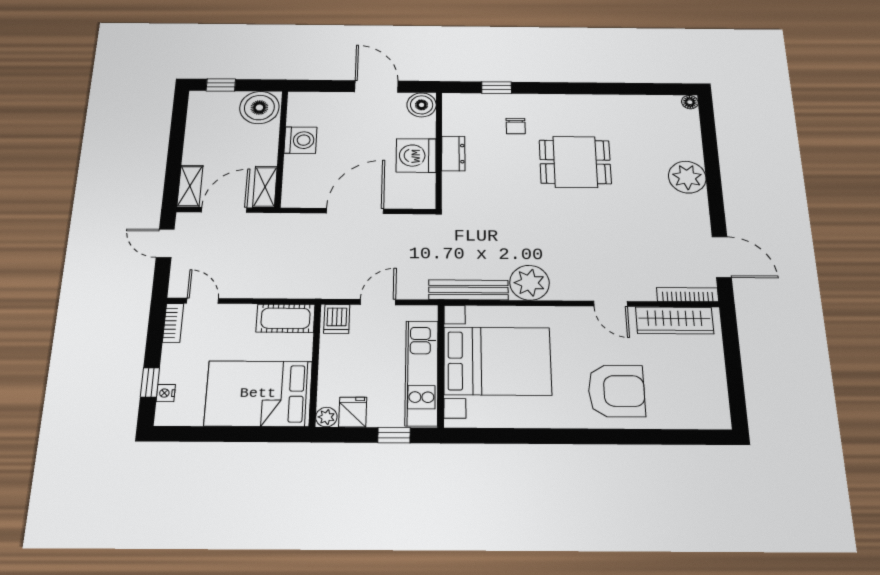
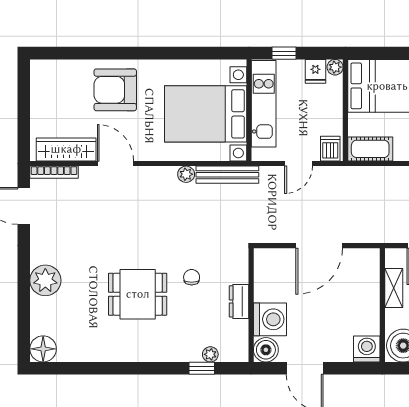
plant: (487, 101) -> (210, 354), added
floor lamp: (690, 102) -> (43, 349), width x1.89, depth x1.89
chair: (516, 126) -> (192, 277), moved
washing machine: (300, 140) -> (367, 349), moved, turned 90
washing machine: (416, 156) -> (270, 319), moved
shelving: (265, 187) -> (394, 288), moved
plant: (529, 283) -> (186, 174), width x0.53, depth x0.53
door: (611, 304) -> (116, 163), width x1.38

